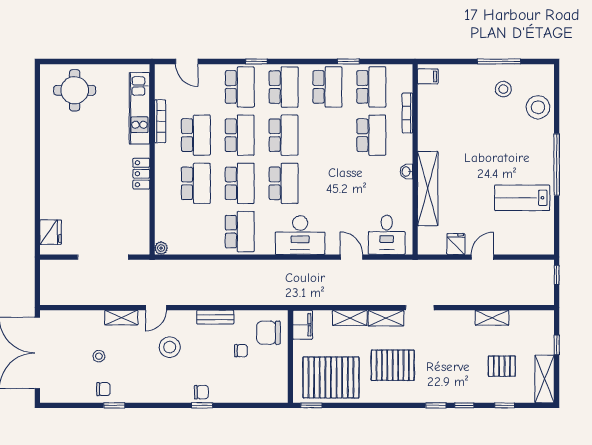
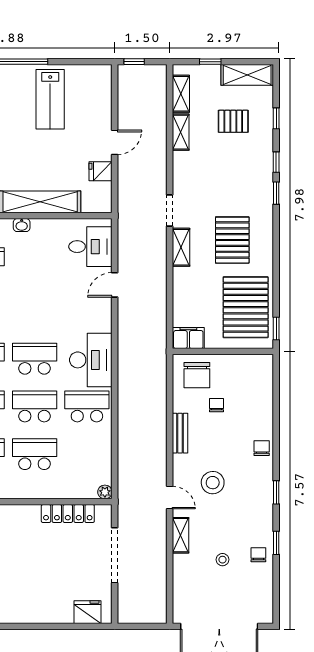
locker: (141, 174) -> (68, 514), moved, width x1.53
desk: (300, 235) -> (91, 360), moved
door: (482, 257) -> (115, 142), swing flipped
shelving: (350, 318) -> (181, 94), moved
pallet: (502, 366) -> (233, 121), turned 90
window: (202, 405) -> (276, 492), moved

